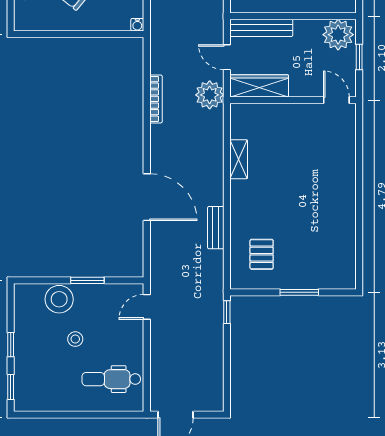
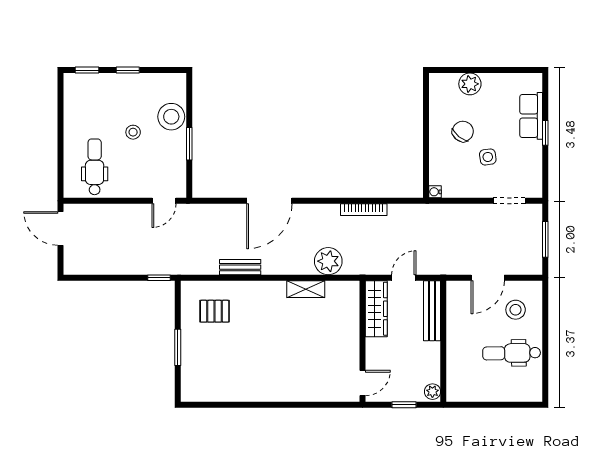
plant: (338, 35) -> (432, 392), width x0.53, depth x0.53
plant: (210, 95) -> (328, 261), moved
door: (147, 307) -> (164, 201), swing flipped

